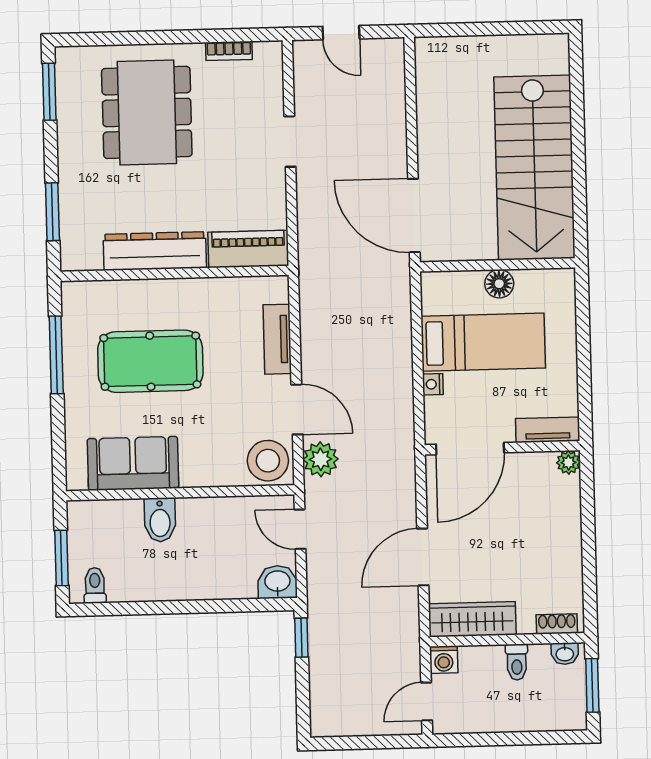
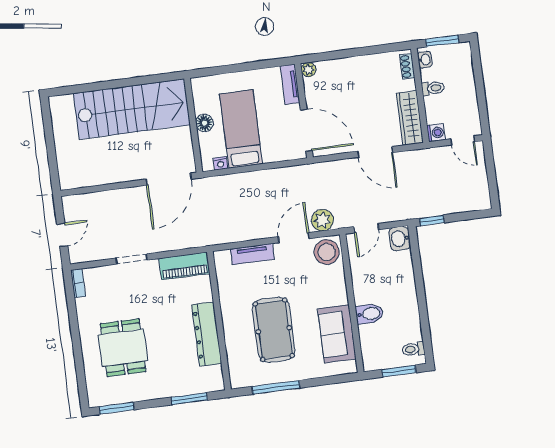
bookcase: (229, 51) -> (78, 283), moved
dining table: (147, 112) -> (123, 348), width x0.73
piano: (248, 249) -> (184, 266), moved, turned -90
nightstand: (433, 384) -> (220, 163), moved

